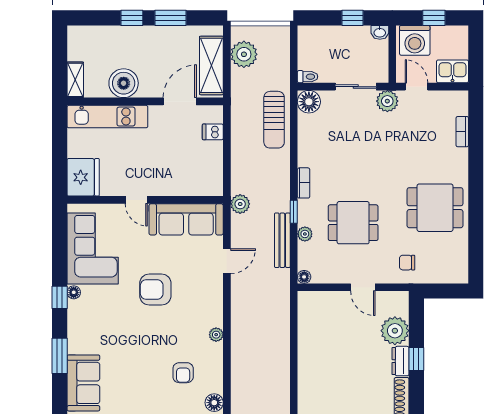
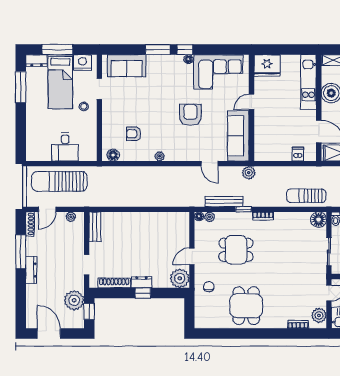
plant: (387, 101) -> (319, 315), moved
dining table: (353, 223) -> (236, 250), turned 90
plant: (305, 234) -> (210, 217), moved
plant: (395, 331) -> (180, 278), moved
window: (60, 356) -> (158, 50), moved

